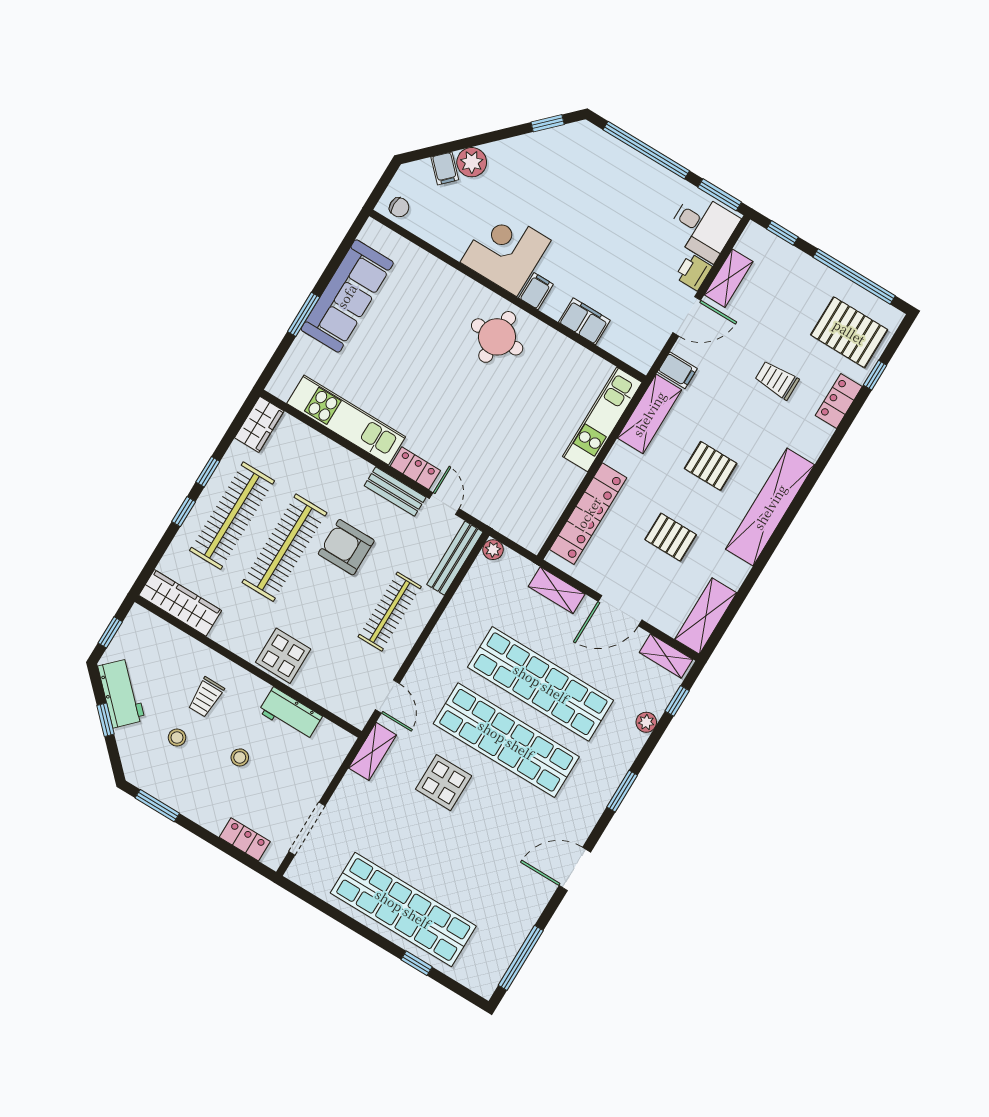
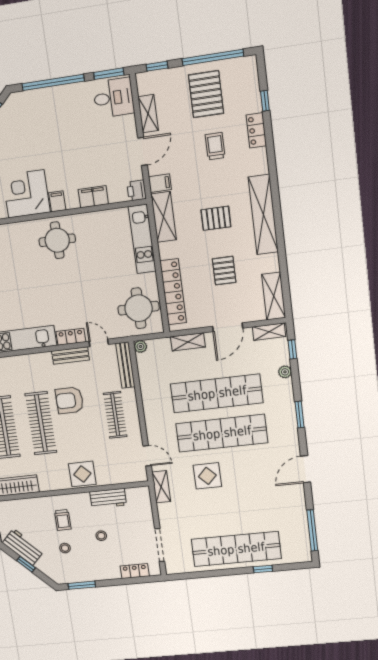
printer: (694, 272) -> (137, 191), moved
pallet: (849, 332) -> (206, 94), moved, turned 90
trolley: (777, 380) -> (215, 146), turned 90
round table: (529, 500) -> (139, 308), added
pallet: (671, 537) -> (224, 271), turned 90

